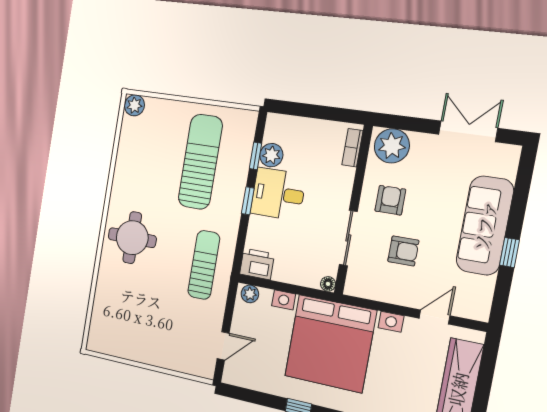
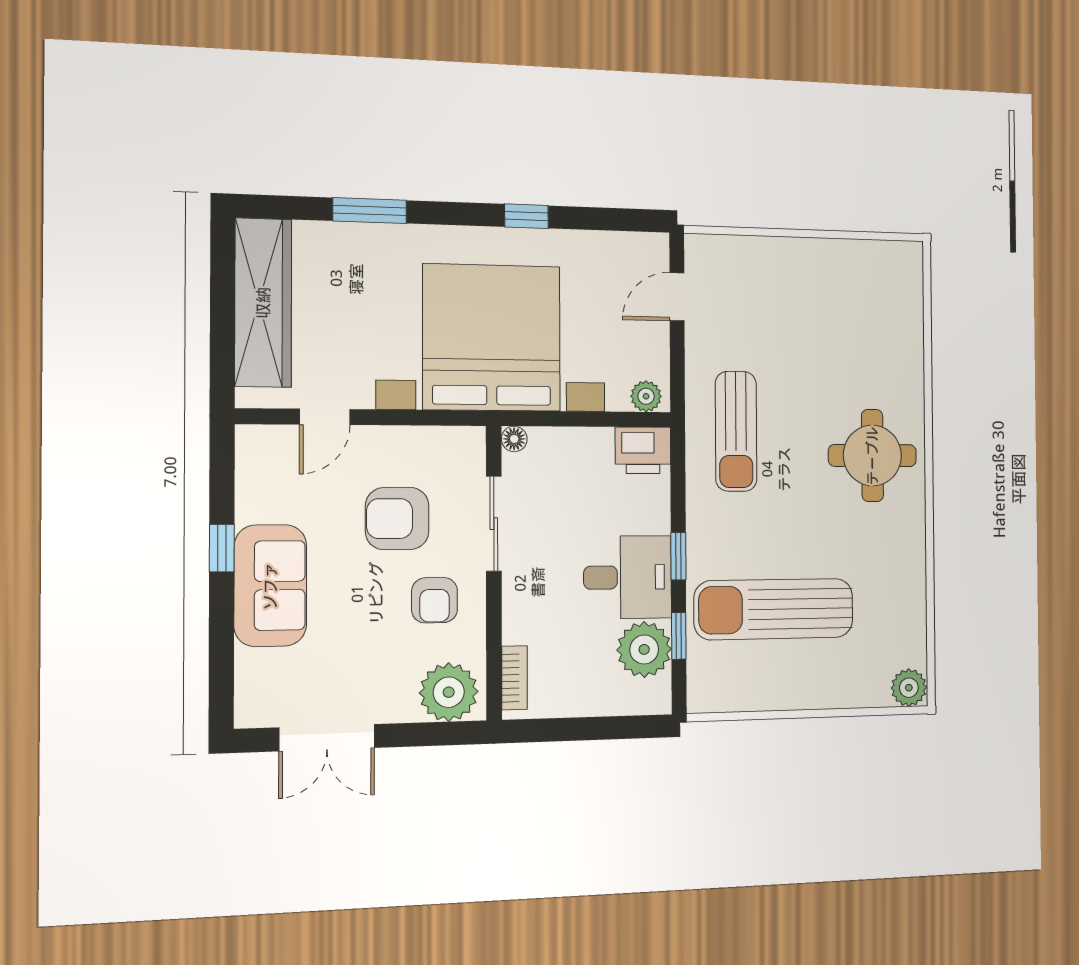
plant: (271, 155) -> (644, 649), width x1.36, depth x1.36
sun lounger: (200, 162) -> (774, 609), turned 90
sofa: (485, 226) -> (270, 586), width x0.73
armchair: (403, 251) -> (397, 519), width x1.38, depth x1.38

